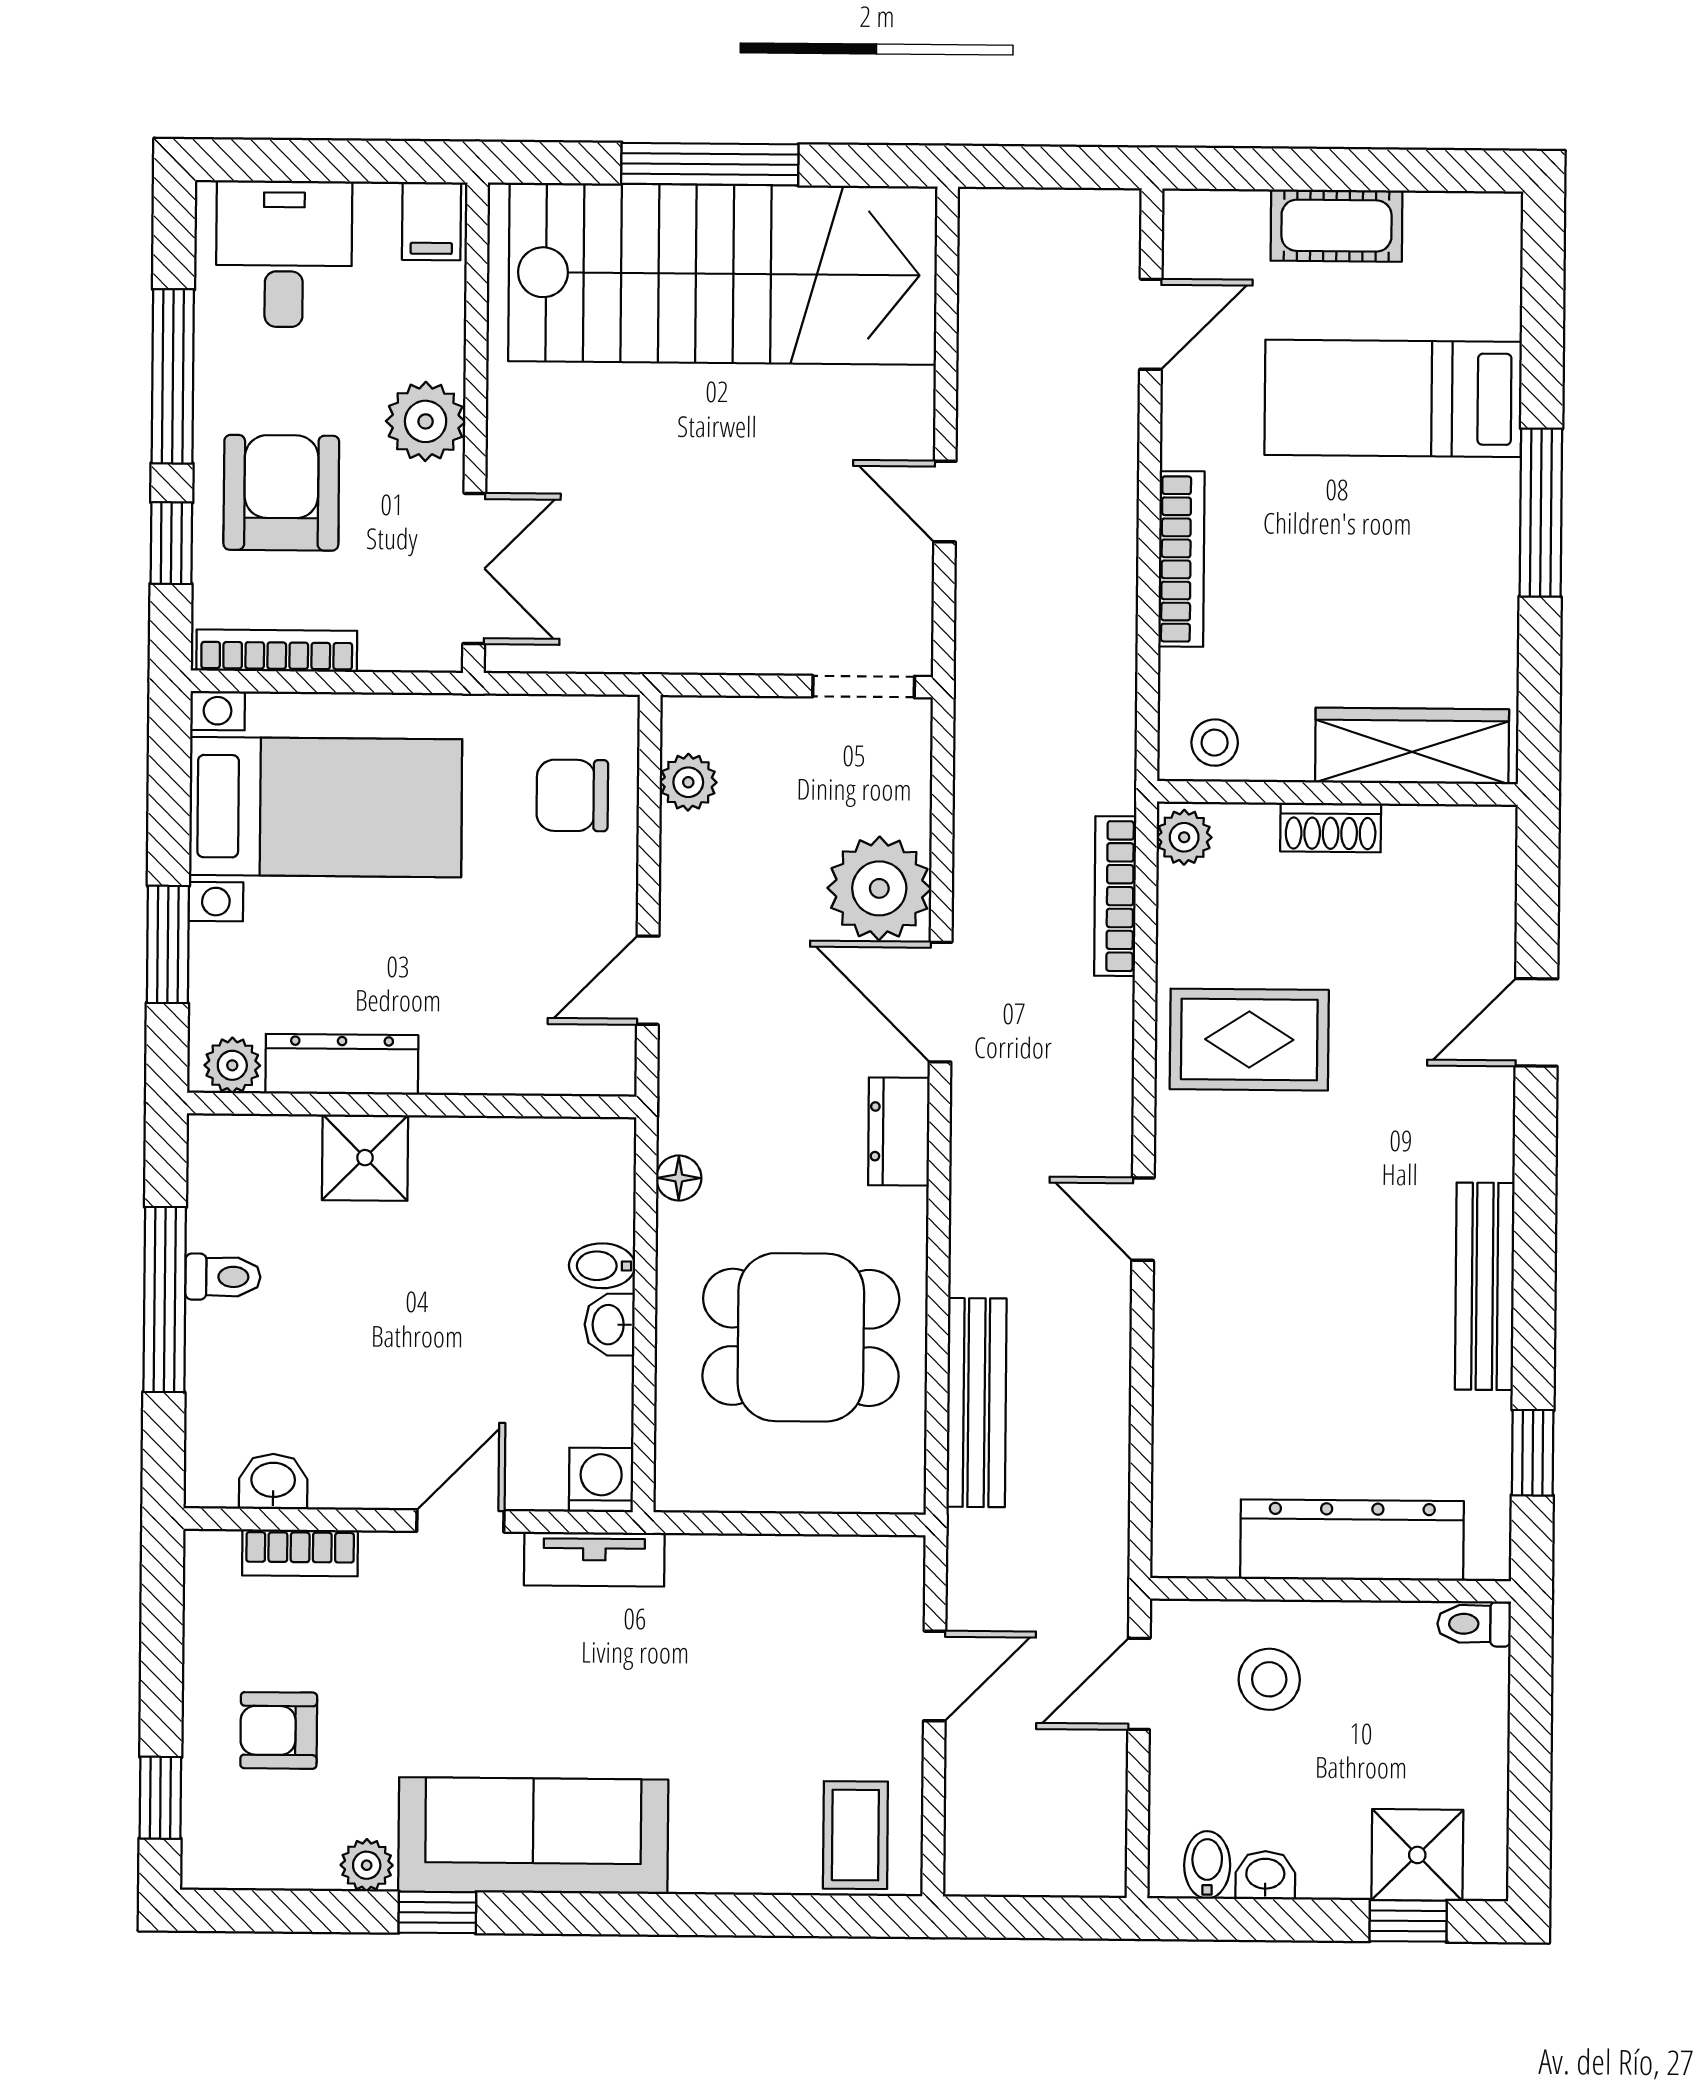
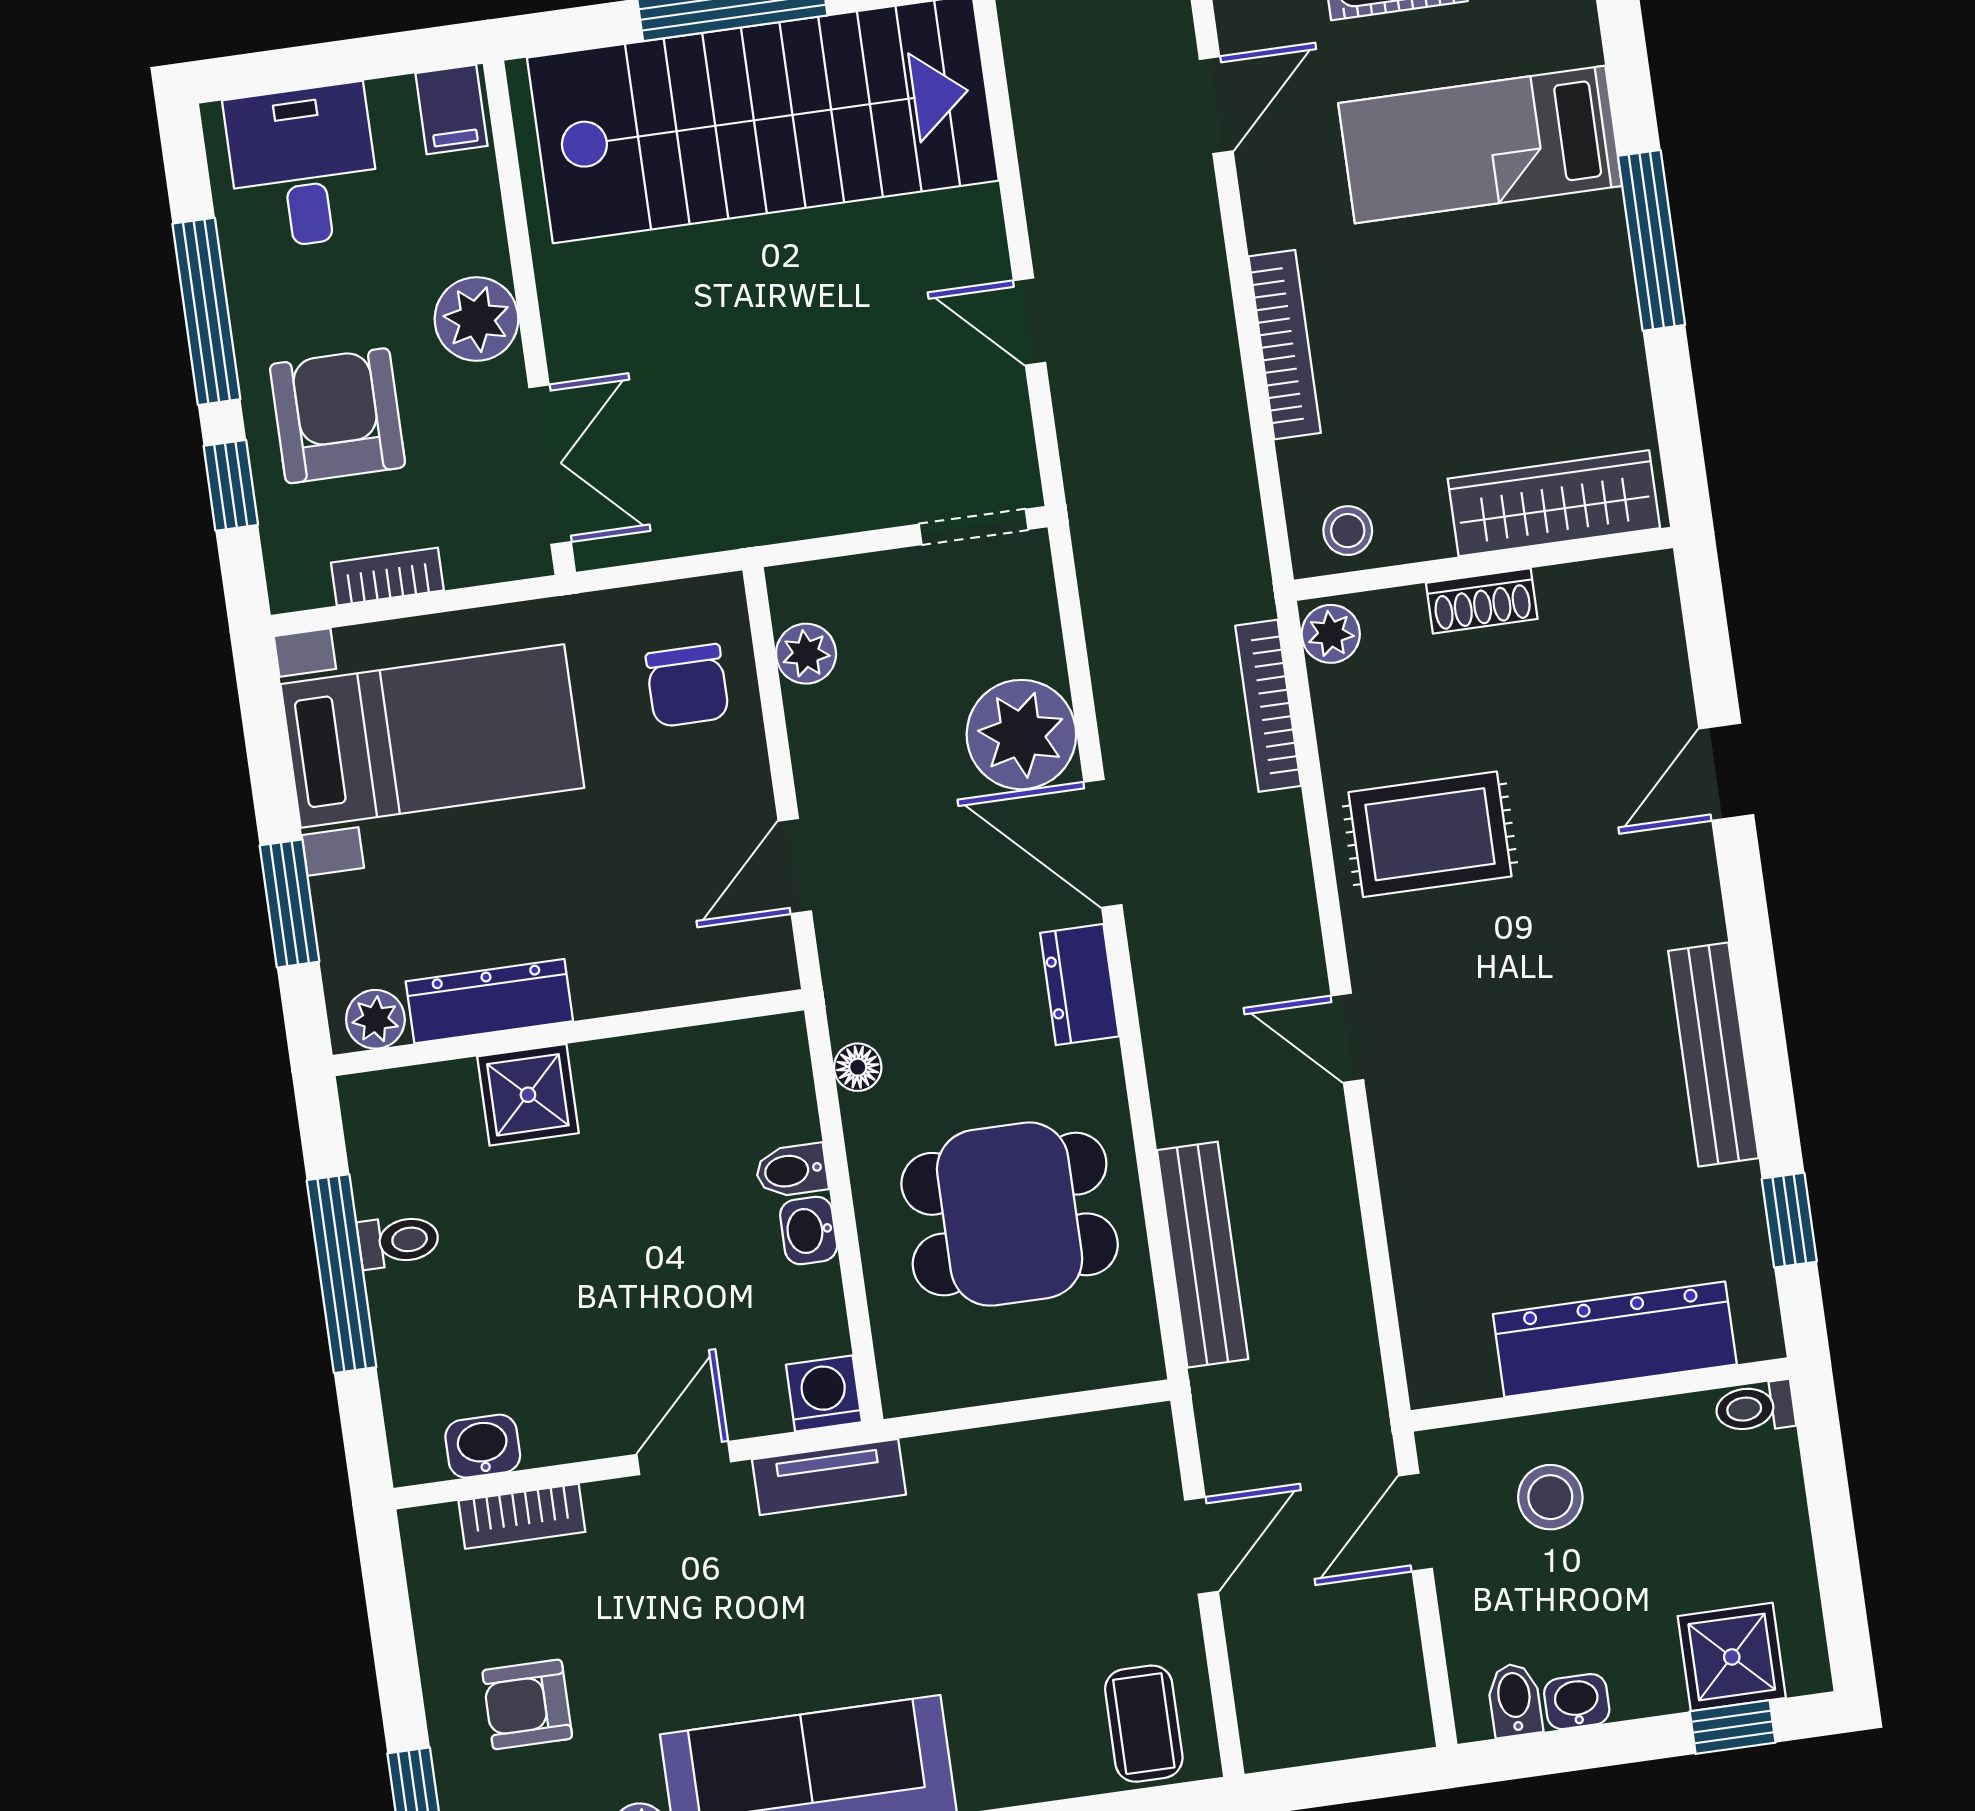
bookcase: (277, 651) -> (387, 577), width x0.64
chair: (572, 795) -> (687, 686), turned -90

